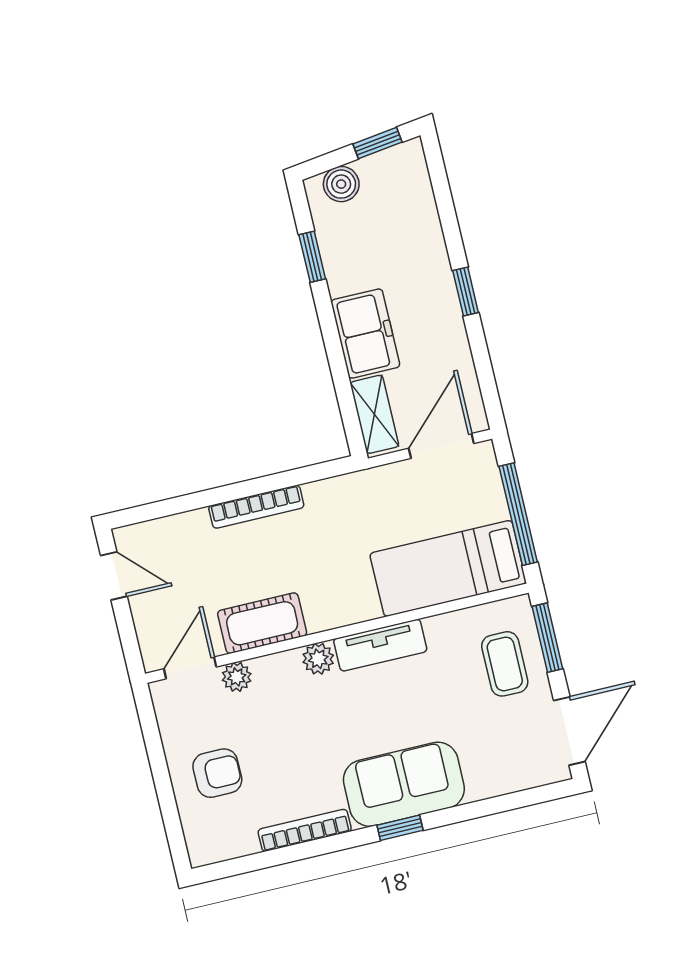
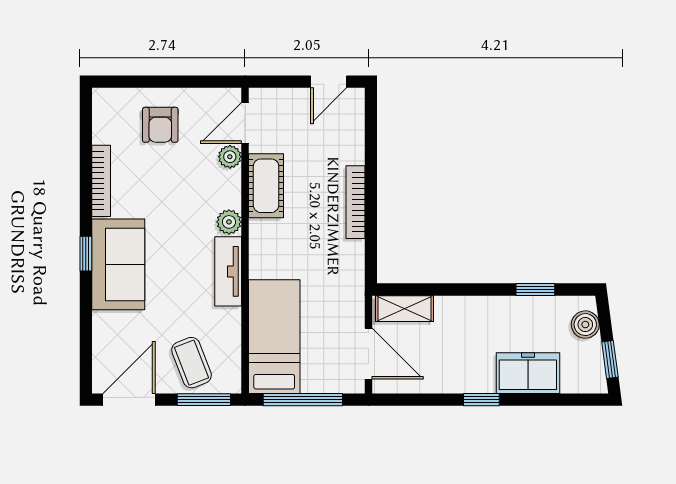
freezer: (365, 334) -> (528, 373), moved, turned 180
coffee table: (505, 664) -> (192, 363), turned 69
door: (190, 668) -> (245, 123), swing flipped
door: (569, 731) -> (129, 400), swing flipped

